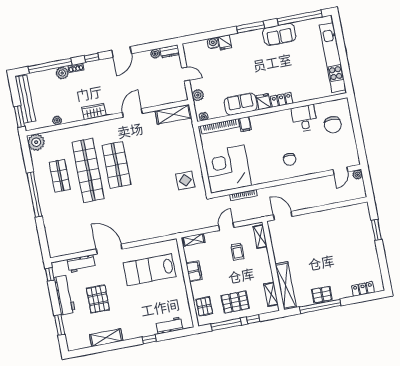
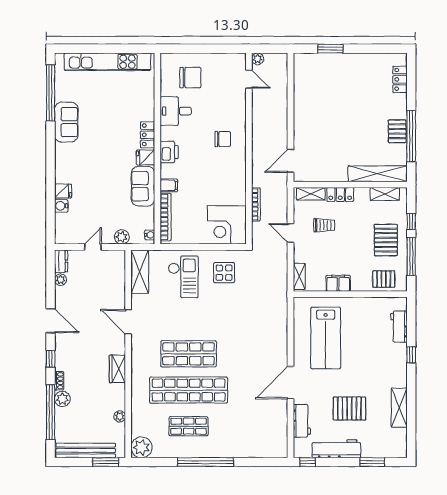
window: (251, 27) -> (51, 156), removed
printer: (271, 119) -> (169, 152), added
checkout: (176, 149) -> (183, 277), added
corner desk: (227, 169) -> (227, 225), width x0.74, depth x0.74
locker: (264, 260) -> (340, 194), added

